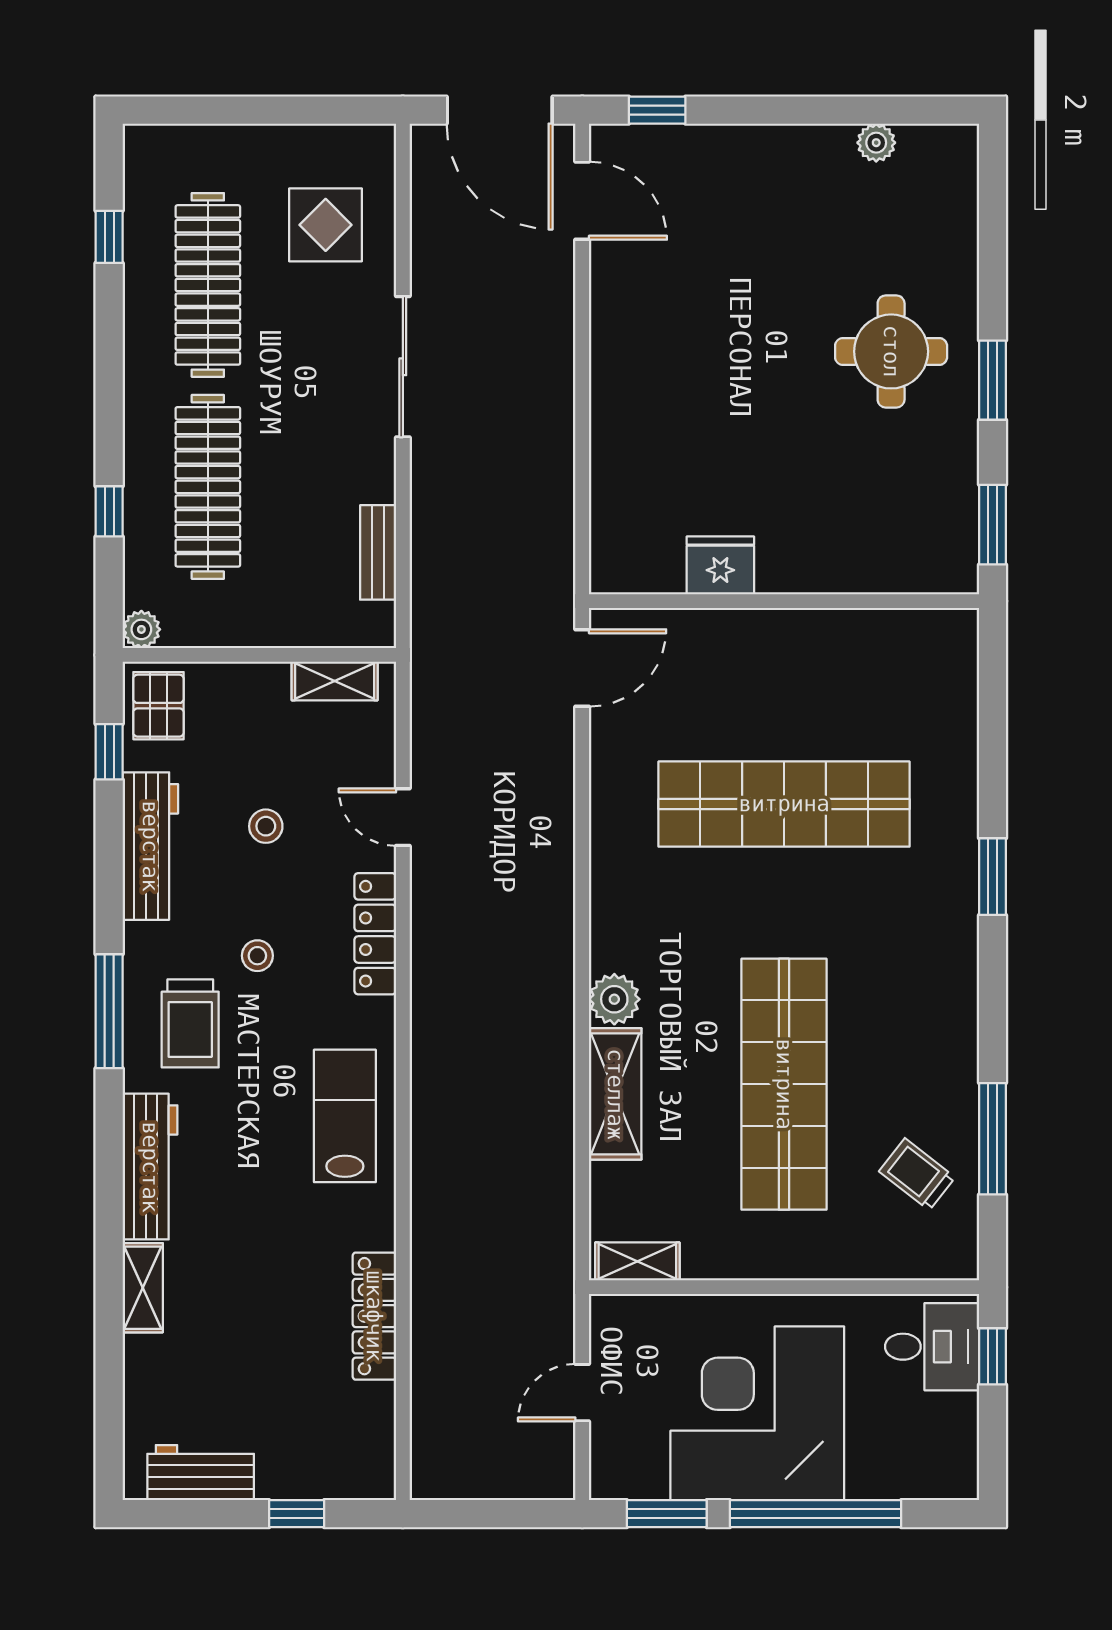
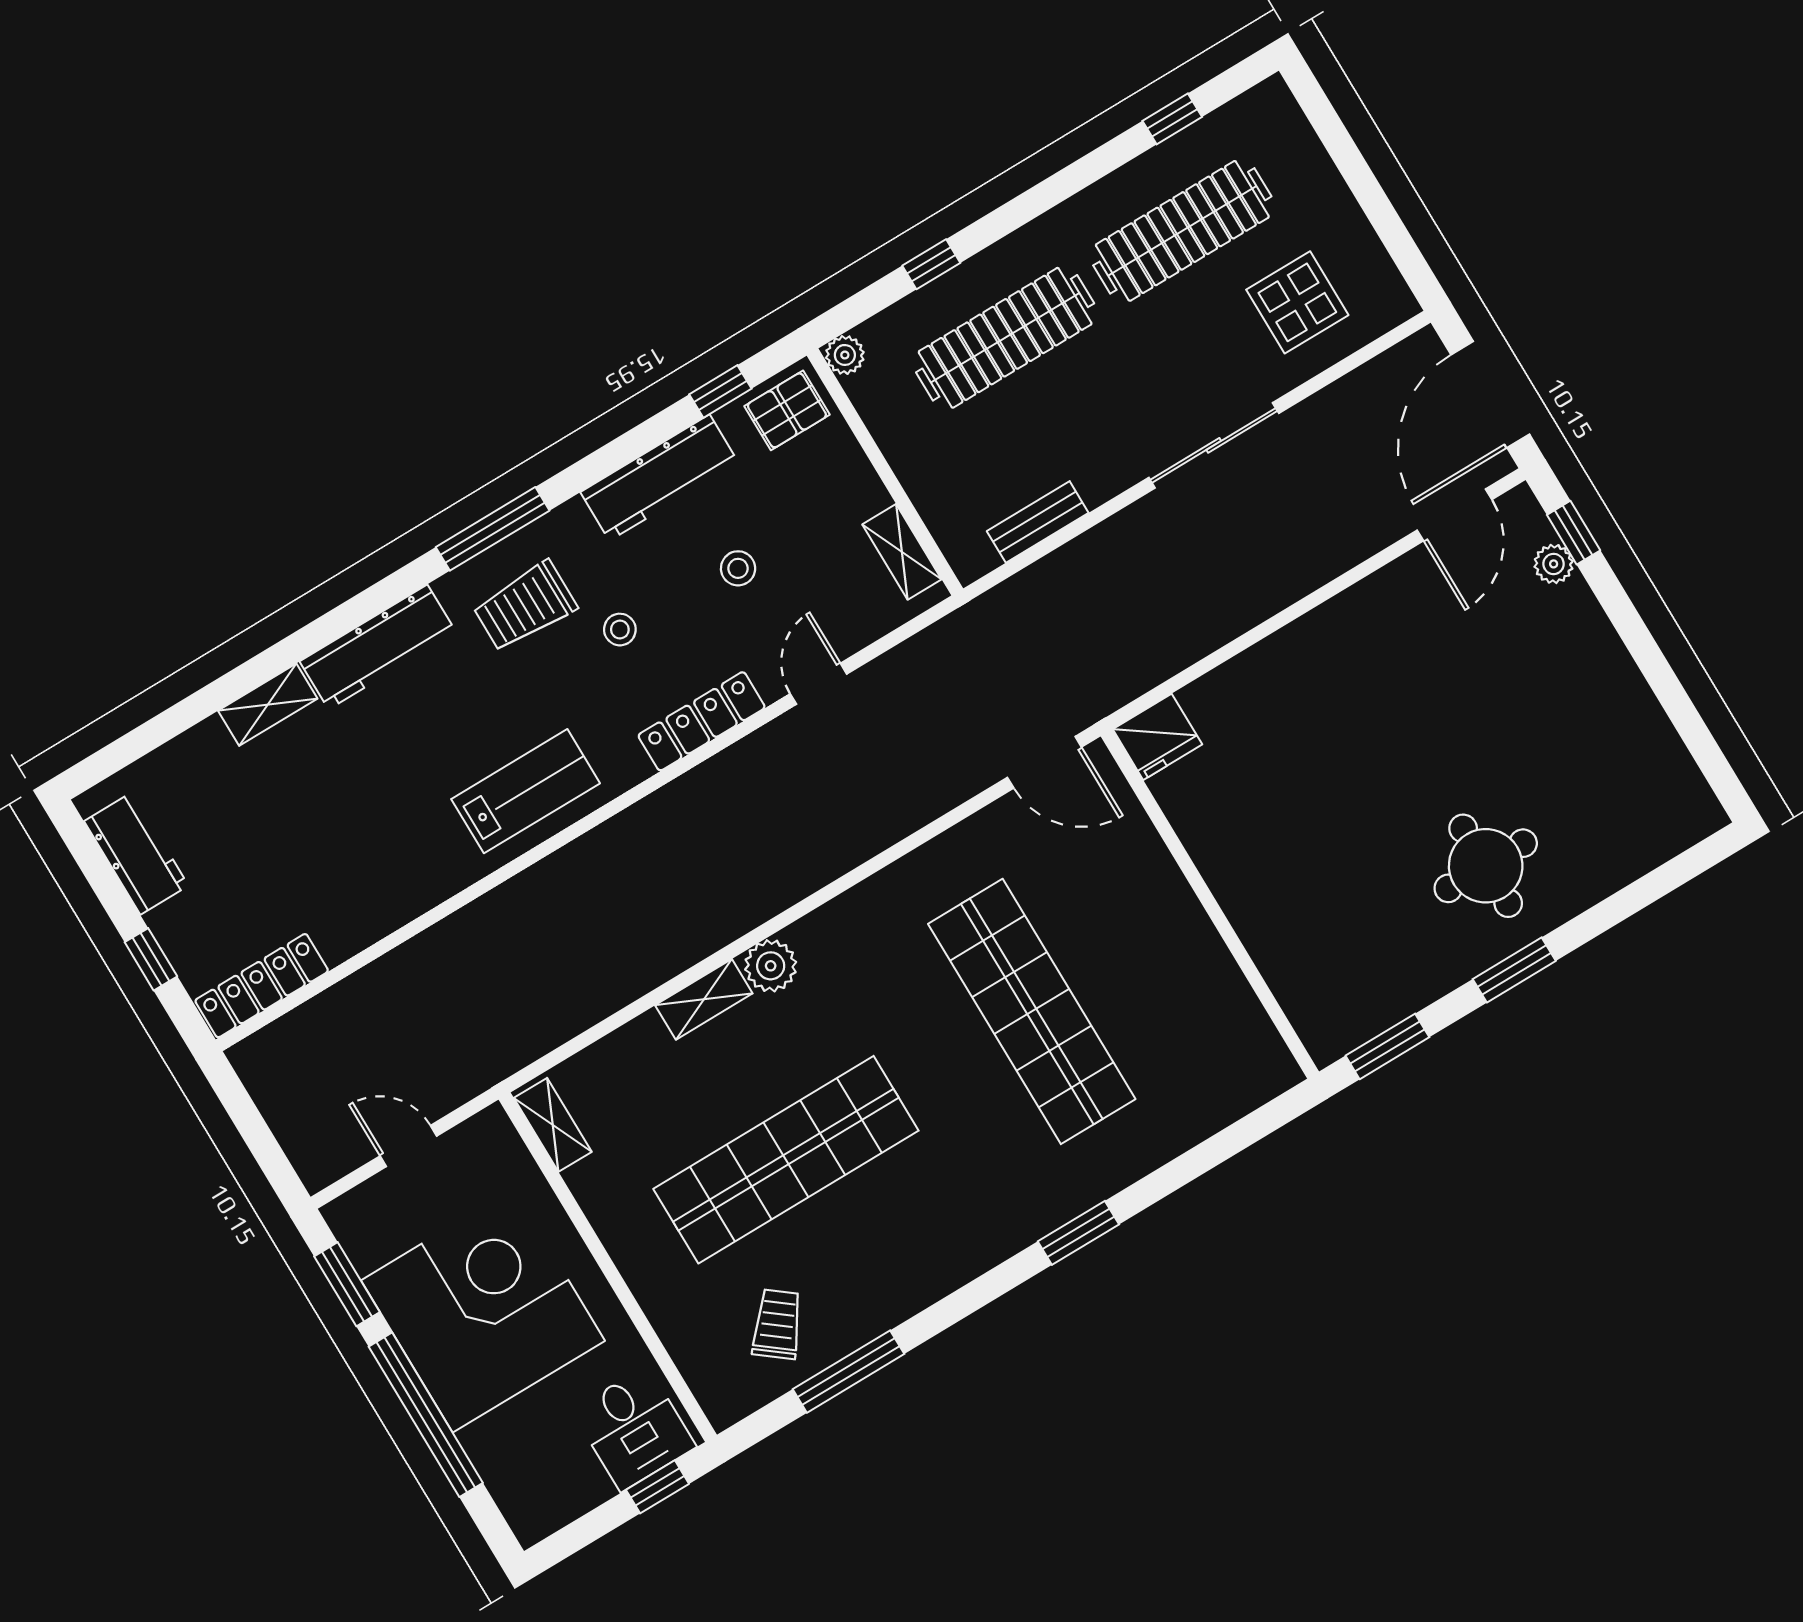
plant: (876, 143) -> (1554, 564), moved
fridge: (720, 565) -> (1157, 737), moved, turned 90
shelving: (615, 1094) -> (704, 999), width x0.67, depth x0.75
locker: (374, 1316) -> (262, 986), moved

